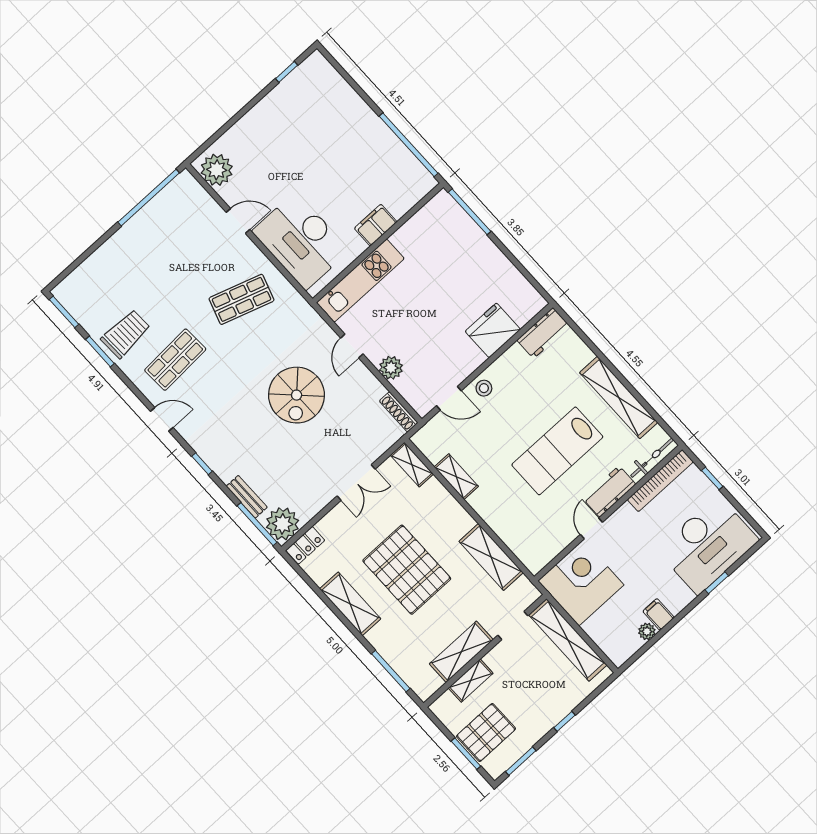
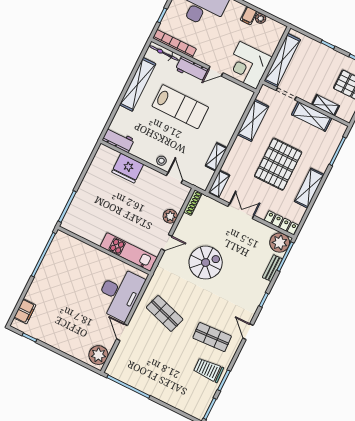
filing cabinet: (376, 225) -> (25, 311), moved, turned -90
locker: (305, 545) -> (281, 223), width x1.53

